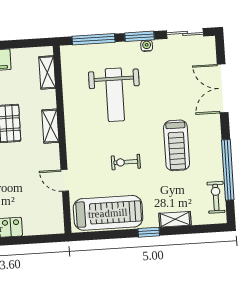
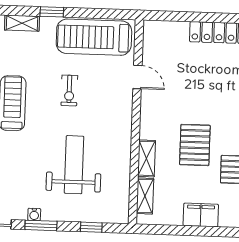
window: (93, 39) -> (91, 227), width x0.46
shelving: (50, 126) -> (147, 158), moved
exercise bike: (126, 162) -> (69, 90), turned 90

